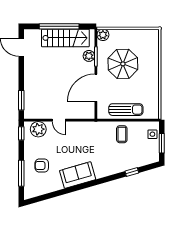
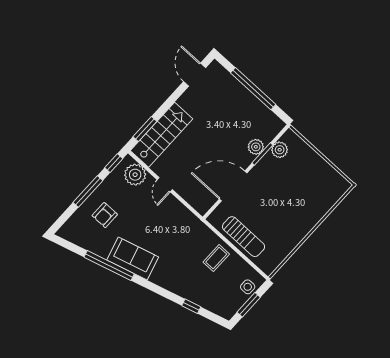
plant: (103, 35) -> (280, 150), moved
stairs: (65, 38) -> (162, 135), moved, turned -90
parasol: (123, 64) -> (283, 187), removed
armchair: (42, 165) -> (105, 215), turned -90
window: (21, 173) -> (88, 192), moved
window: (68, 190) -> (109, 266), added

